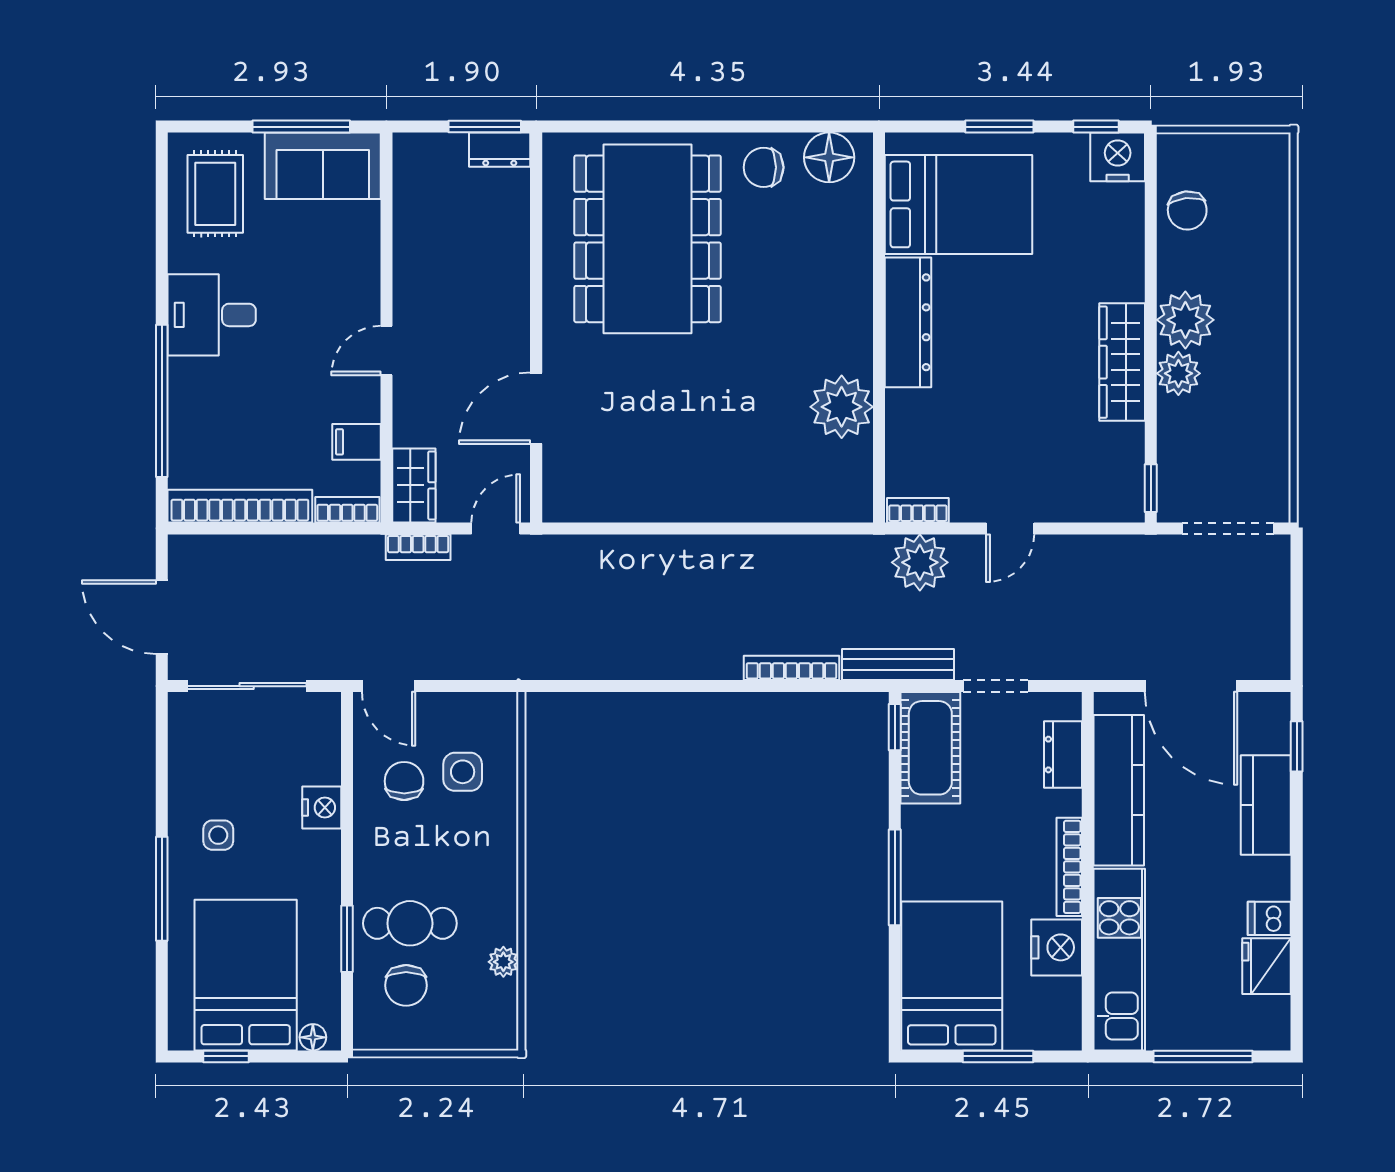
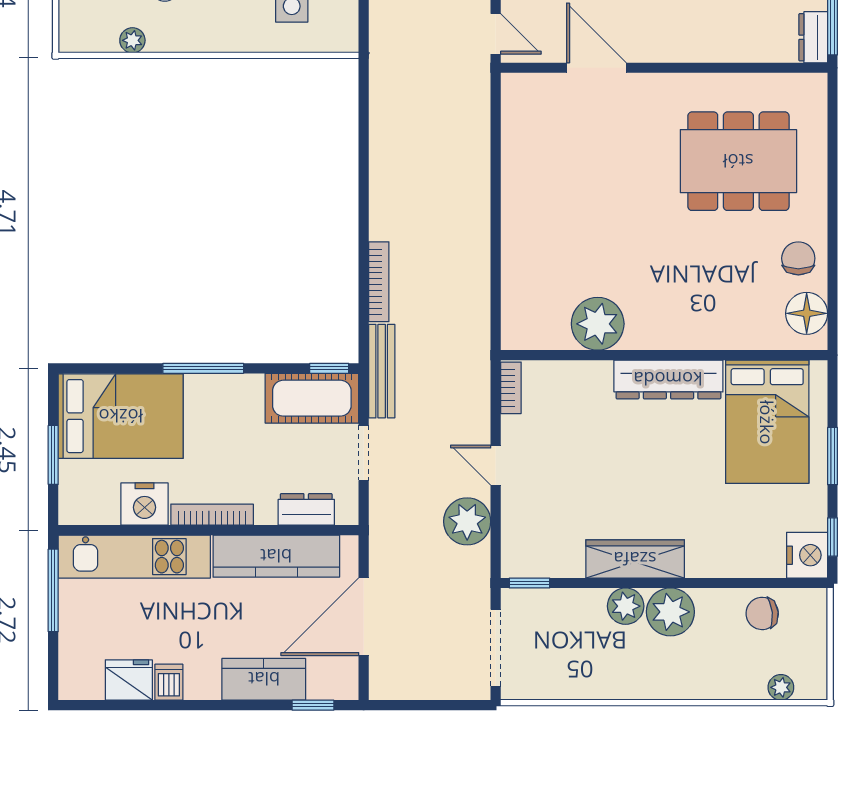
plant: (1275, 188) -> (781, 687), added
dining table: (648, 239) -> (738, 161), width x0.73, depth x0.80
plant: (920, 562) -> (467, 521), moved
window: (1203, 1056) -> (53, 590), moved

